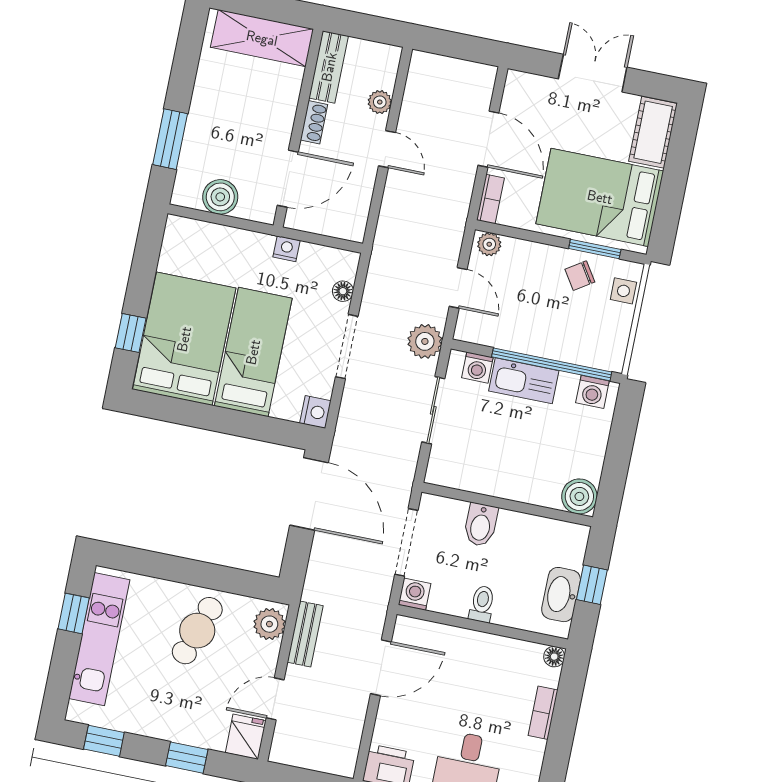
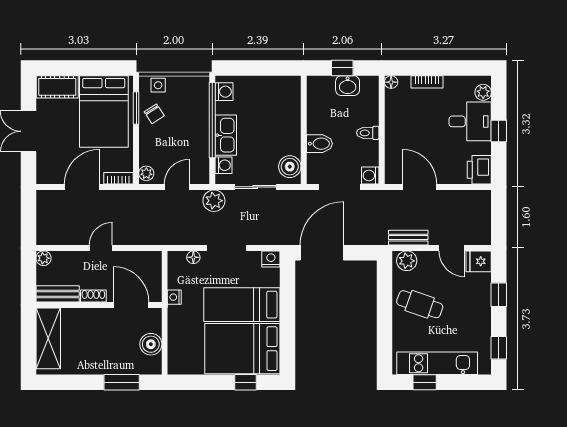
plant: (380, 102) -> (43, 258), moved
boiler: (579, 496) -> (290, 167), moved
washbasin: (561, 595) -> (348, 86), width x0.72

